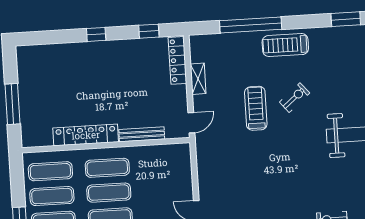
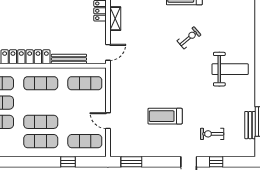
treadmill: (256, 108) -> (165, 116), moved, turned -90
exercise mat: (109, 193) -> (85, 83), moved

